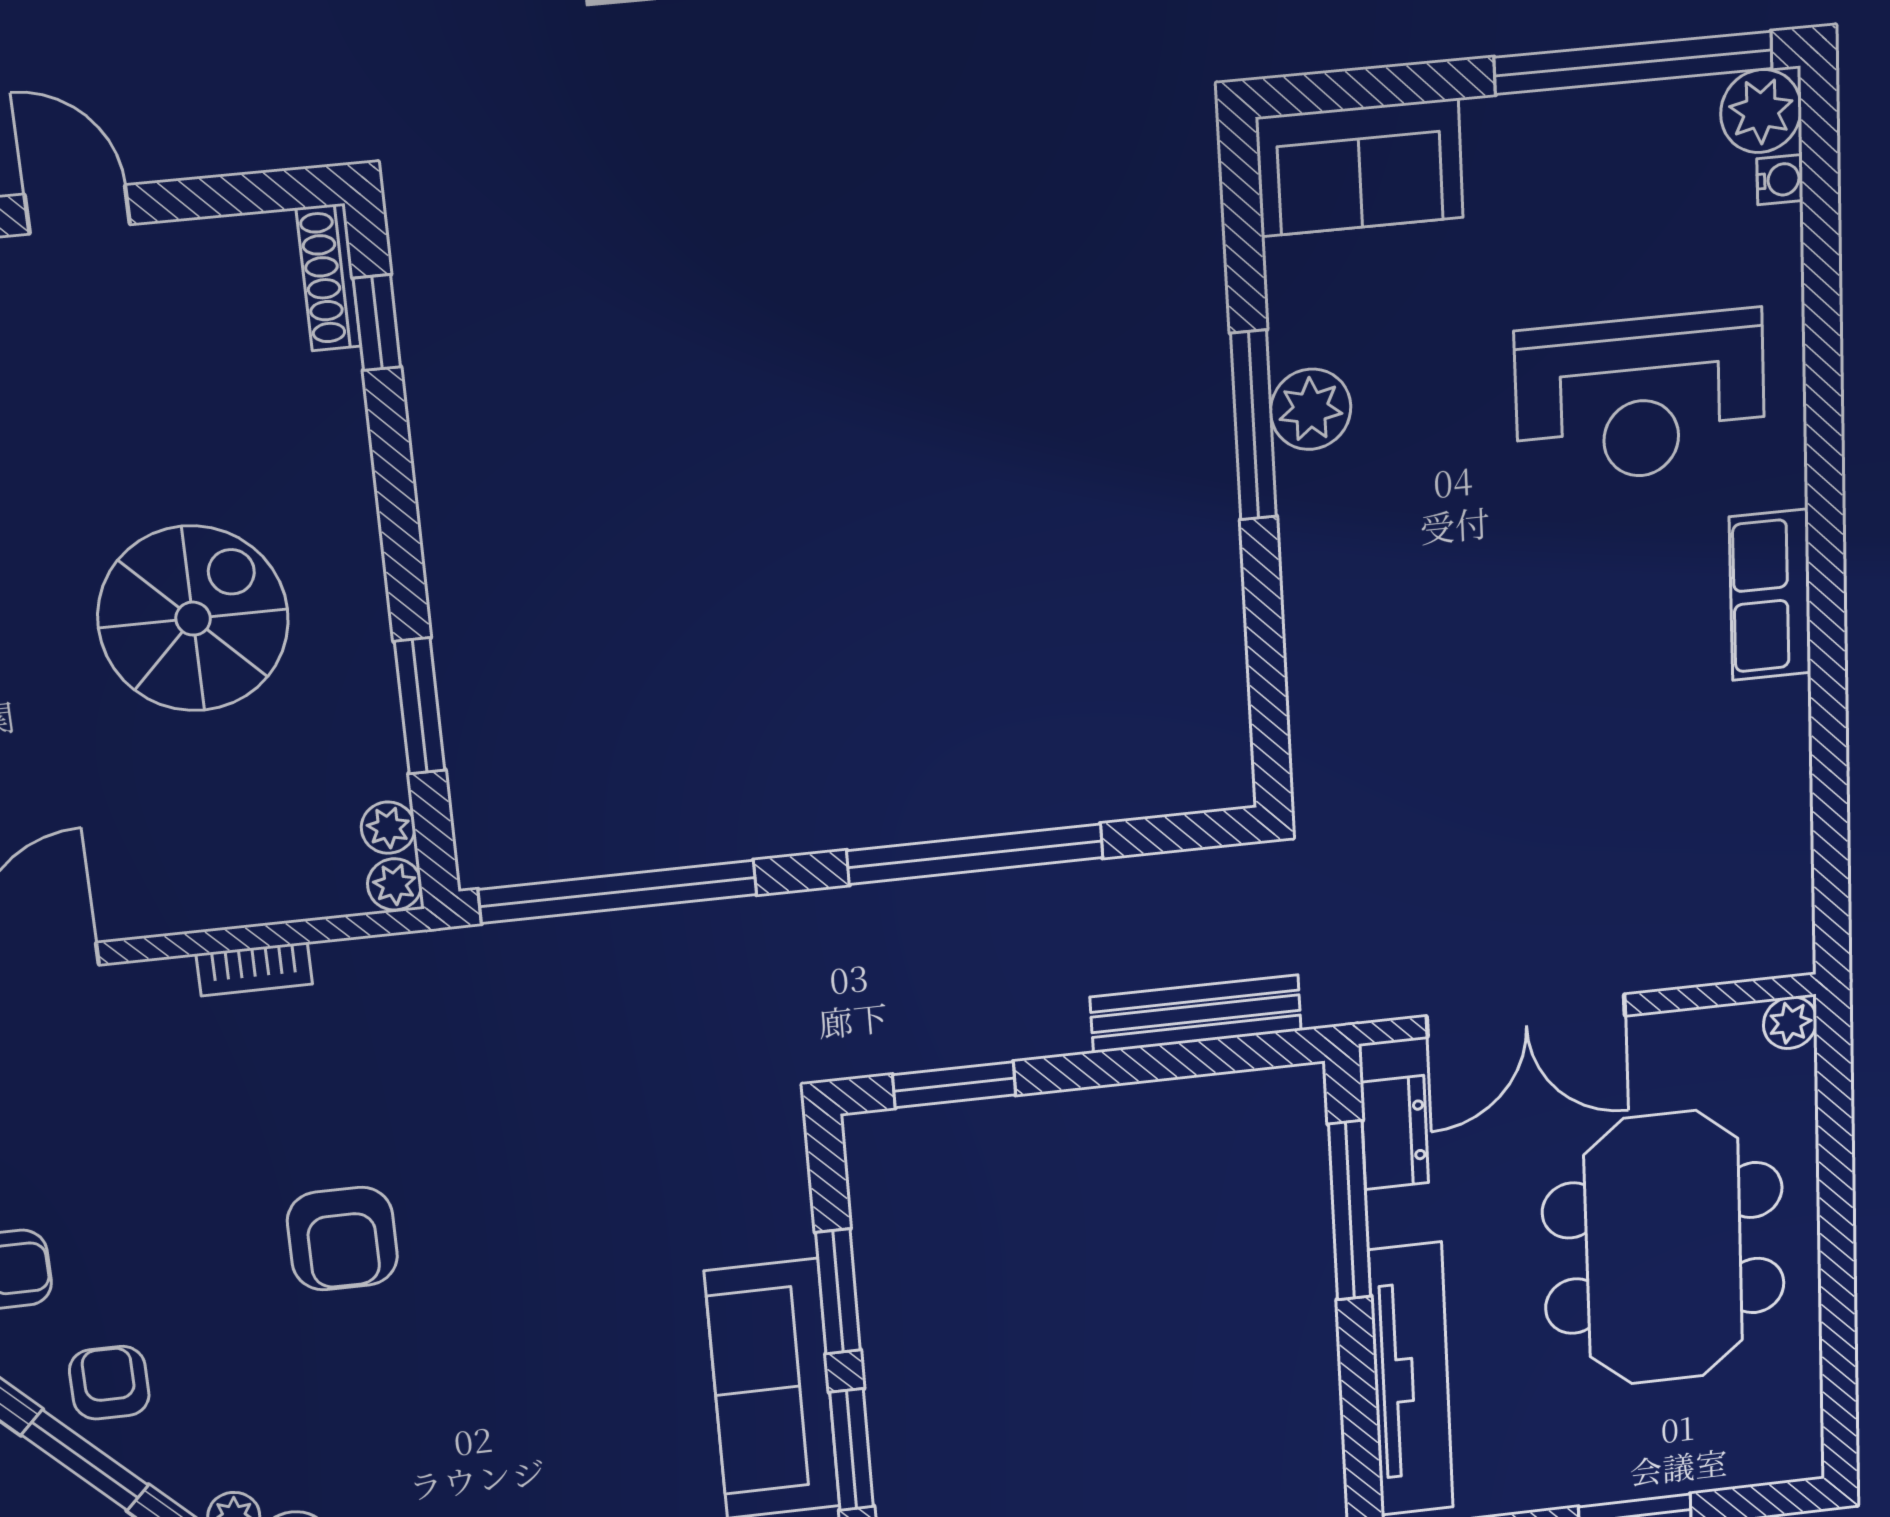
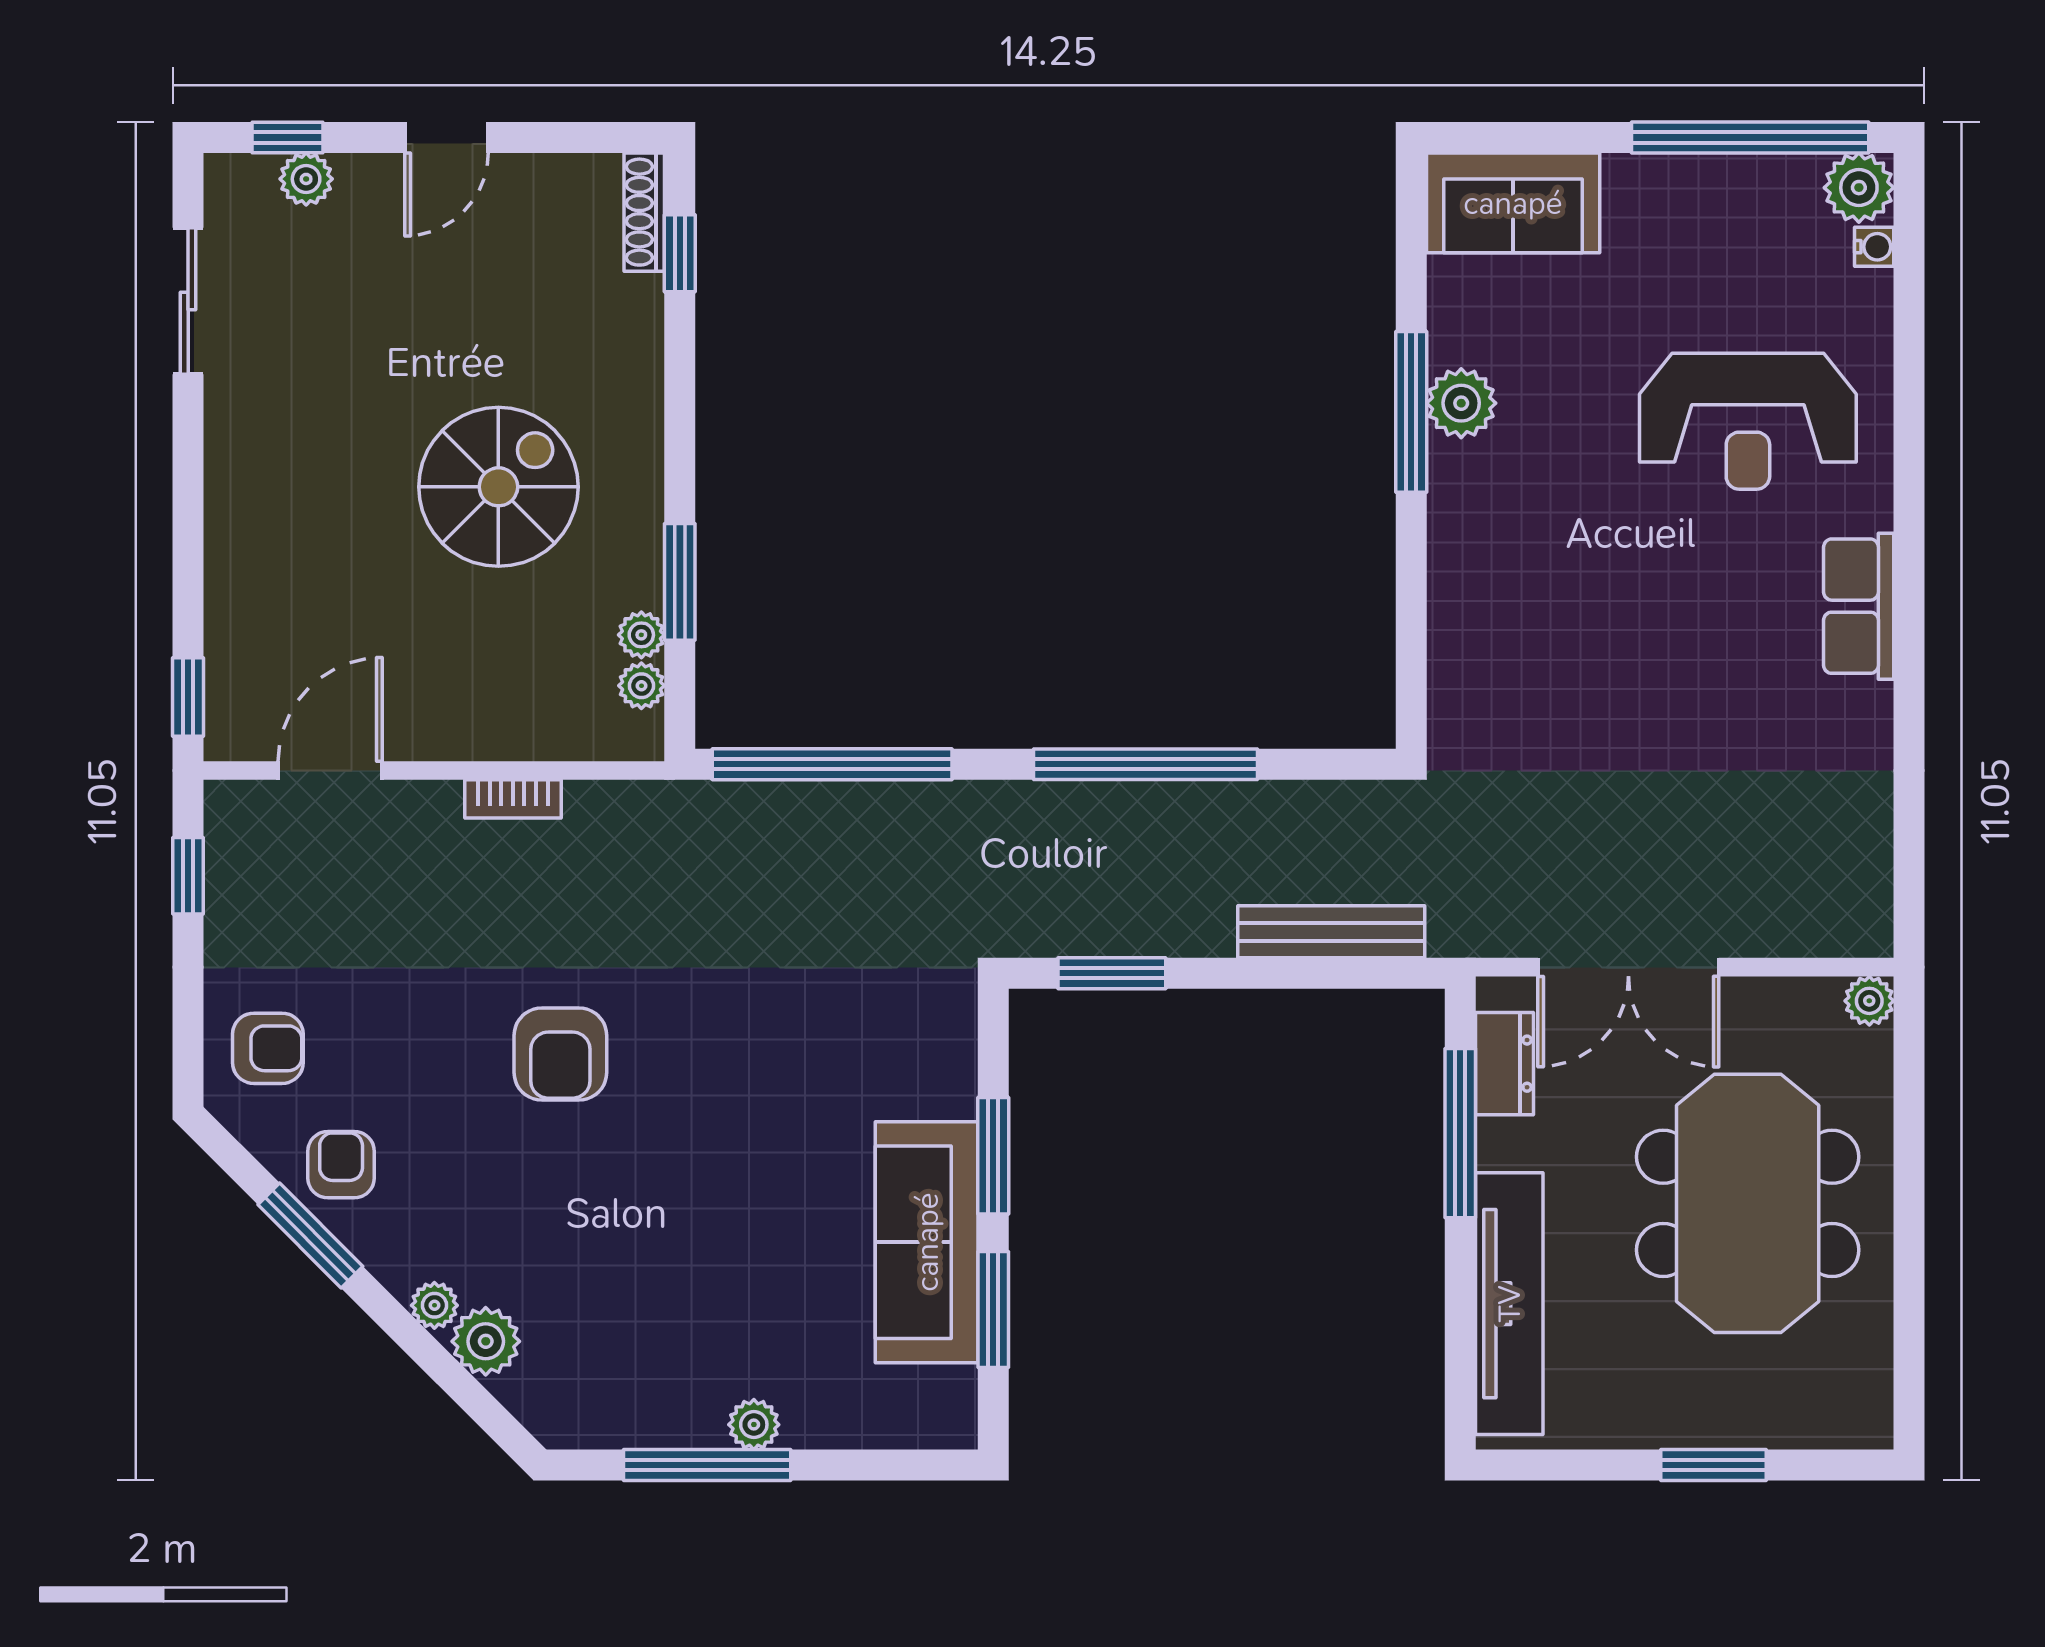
door: (77, 209) -> (446, 137), swing flipped
plant: (395, 884) -> (641, 635), moved

